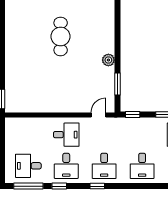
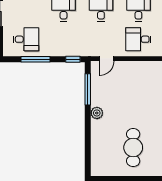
cafe table: (61, 36) -> (133, 148), moved
window: (117, 84) -> (88, 89), width x1.44

